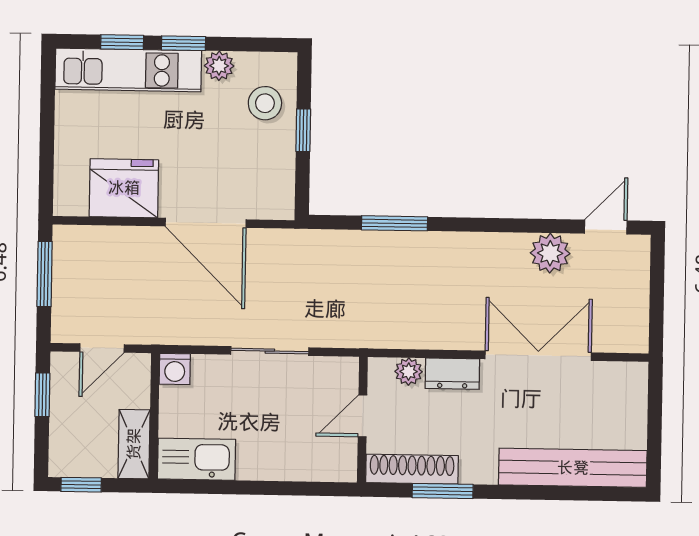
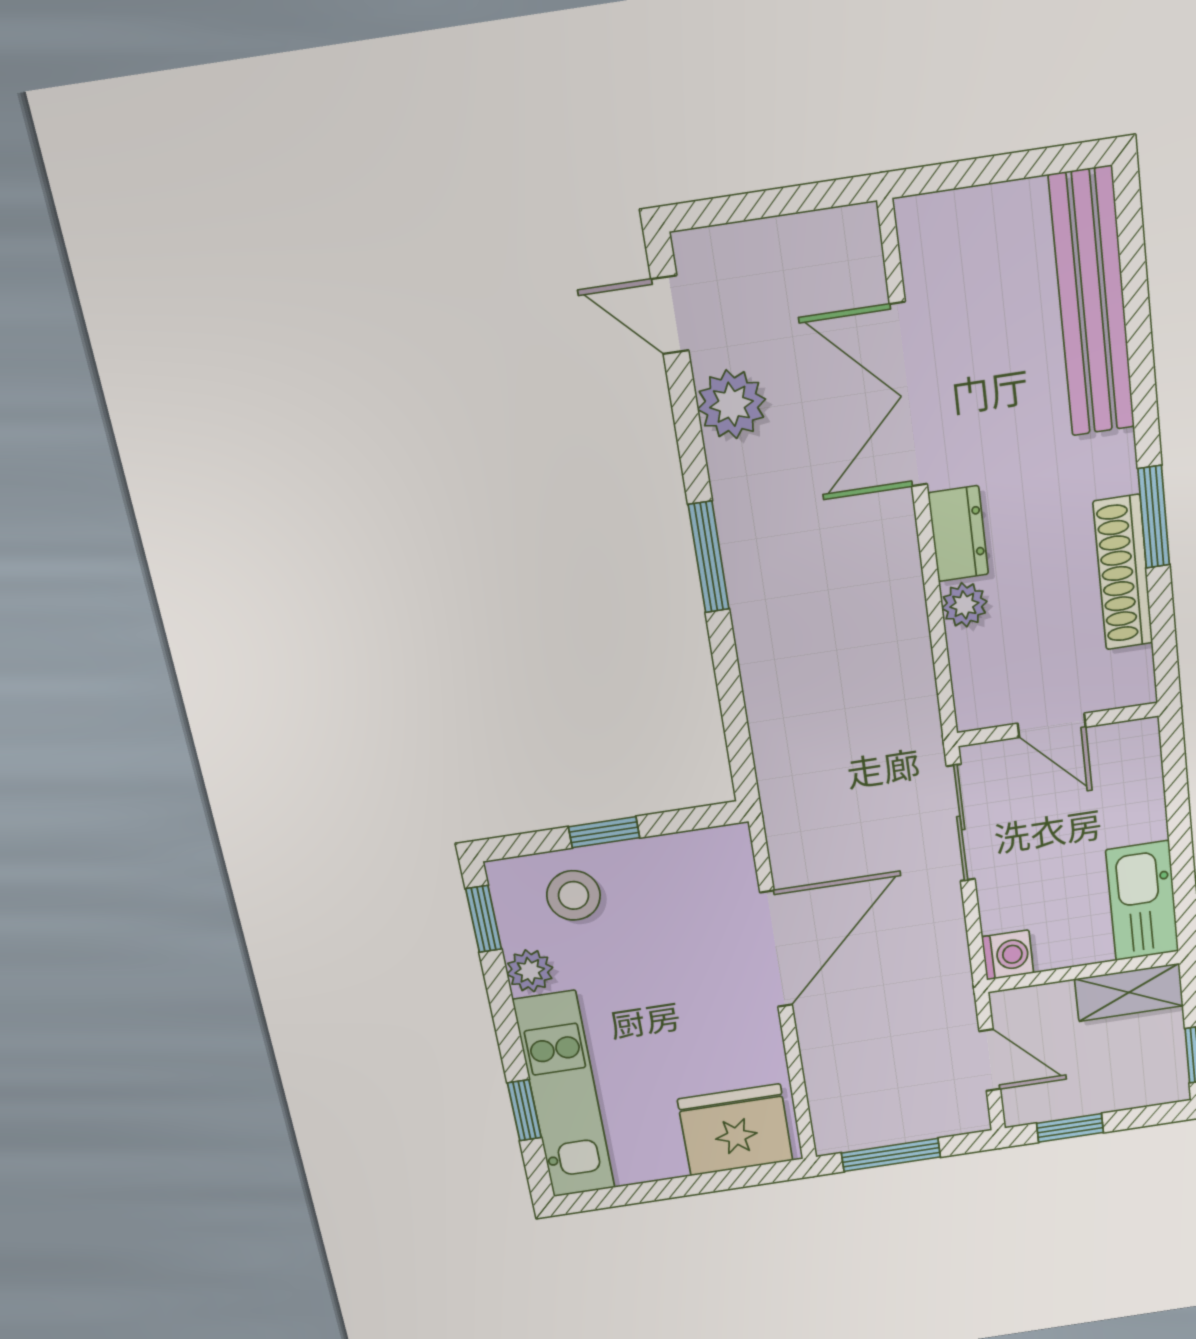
window: (183, 43) -> (484, 919), moved
fridge: (124, 188) -> (735, 1130), moved, turned 90
window: (394, 223) -> (709, 557), moved
door: (362, 416) -> (1052, 725), moved
wall: (362, 420) -> (1058, 724), moved

